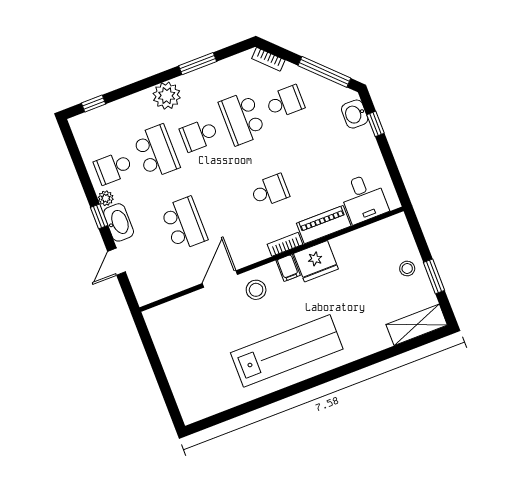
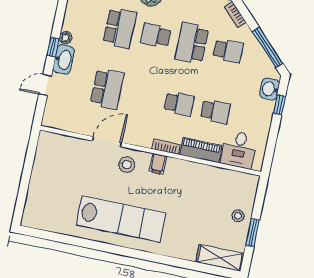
school desk: (113, 168) -> (215, 111), moved, turned 180
fridge: (316, 261) -> (180, 171), removed

